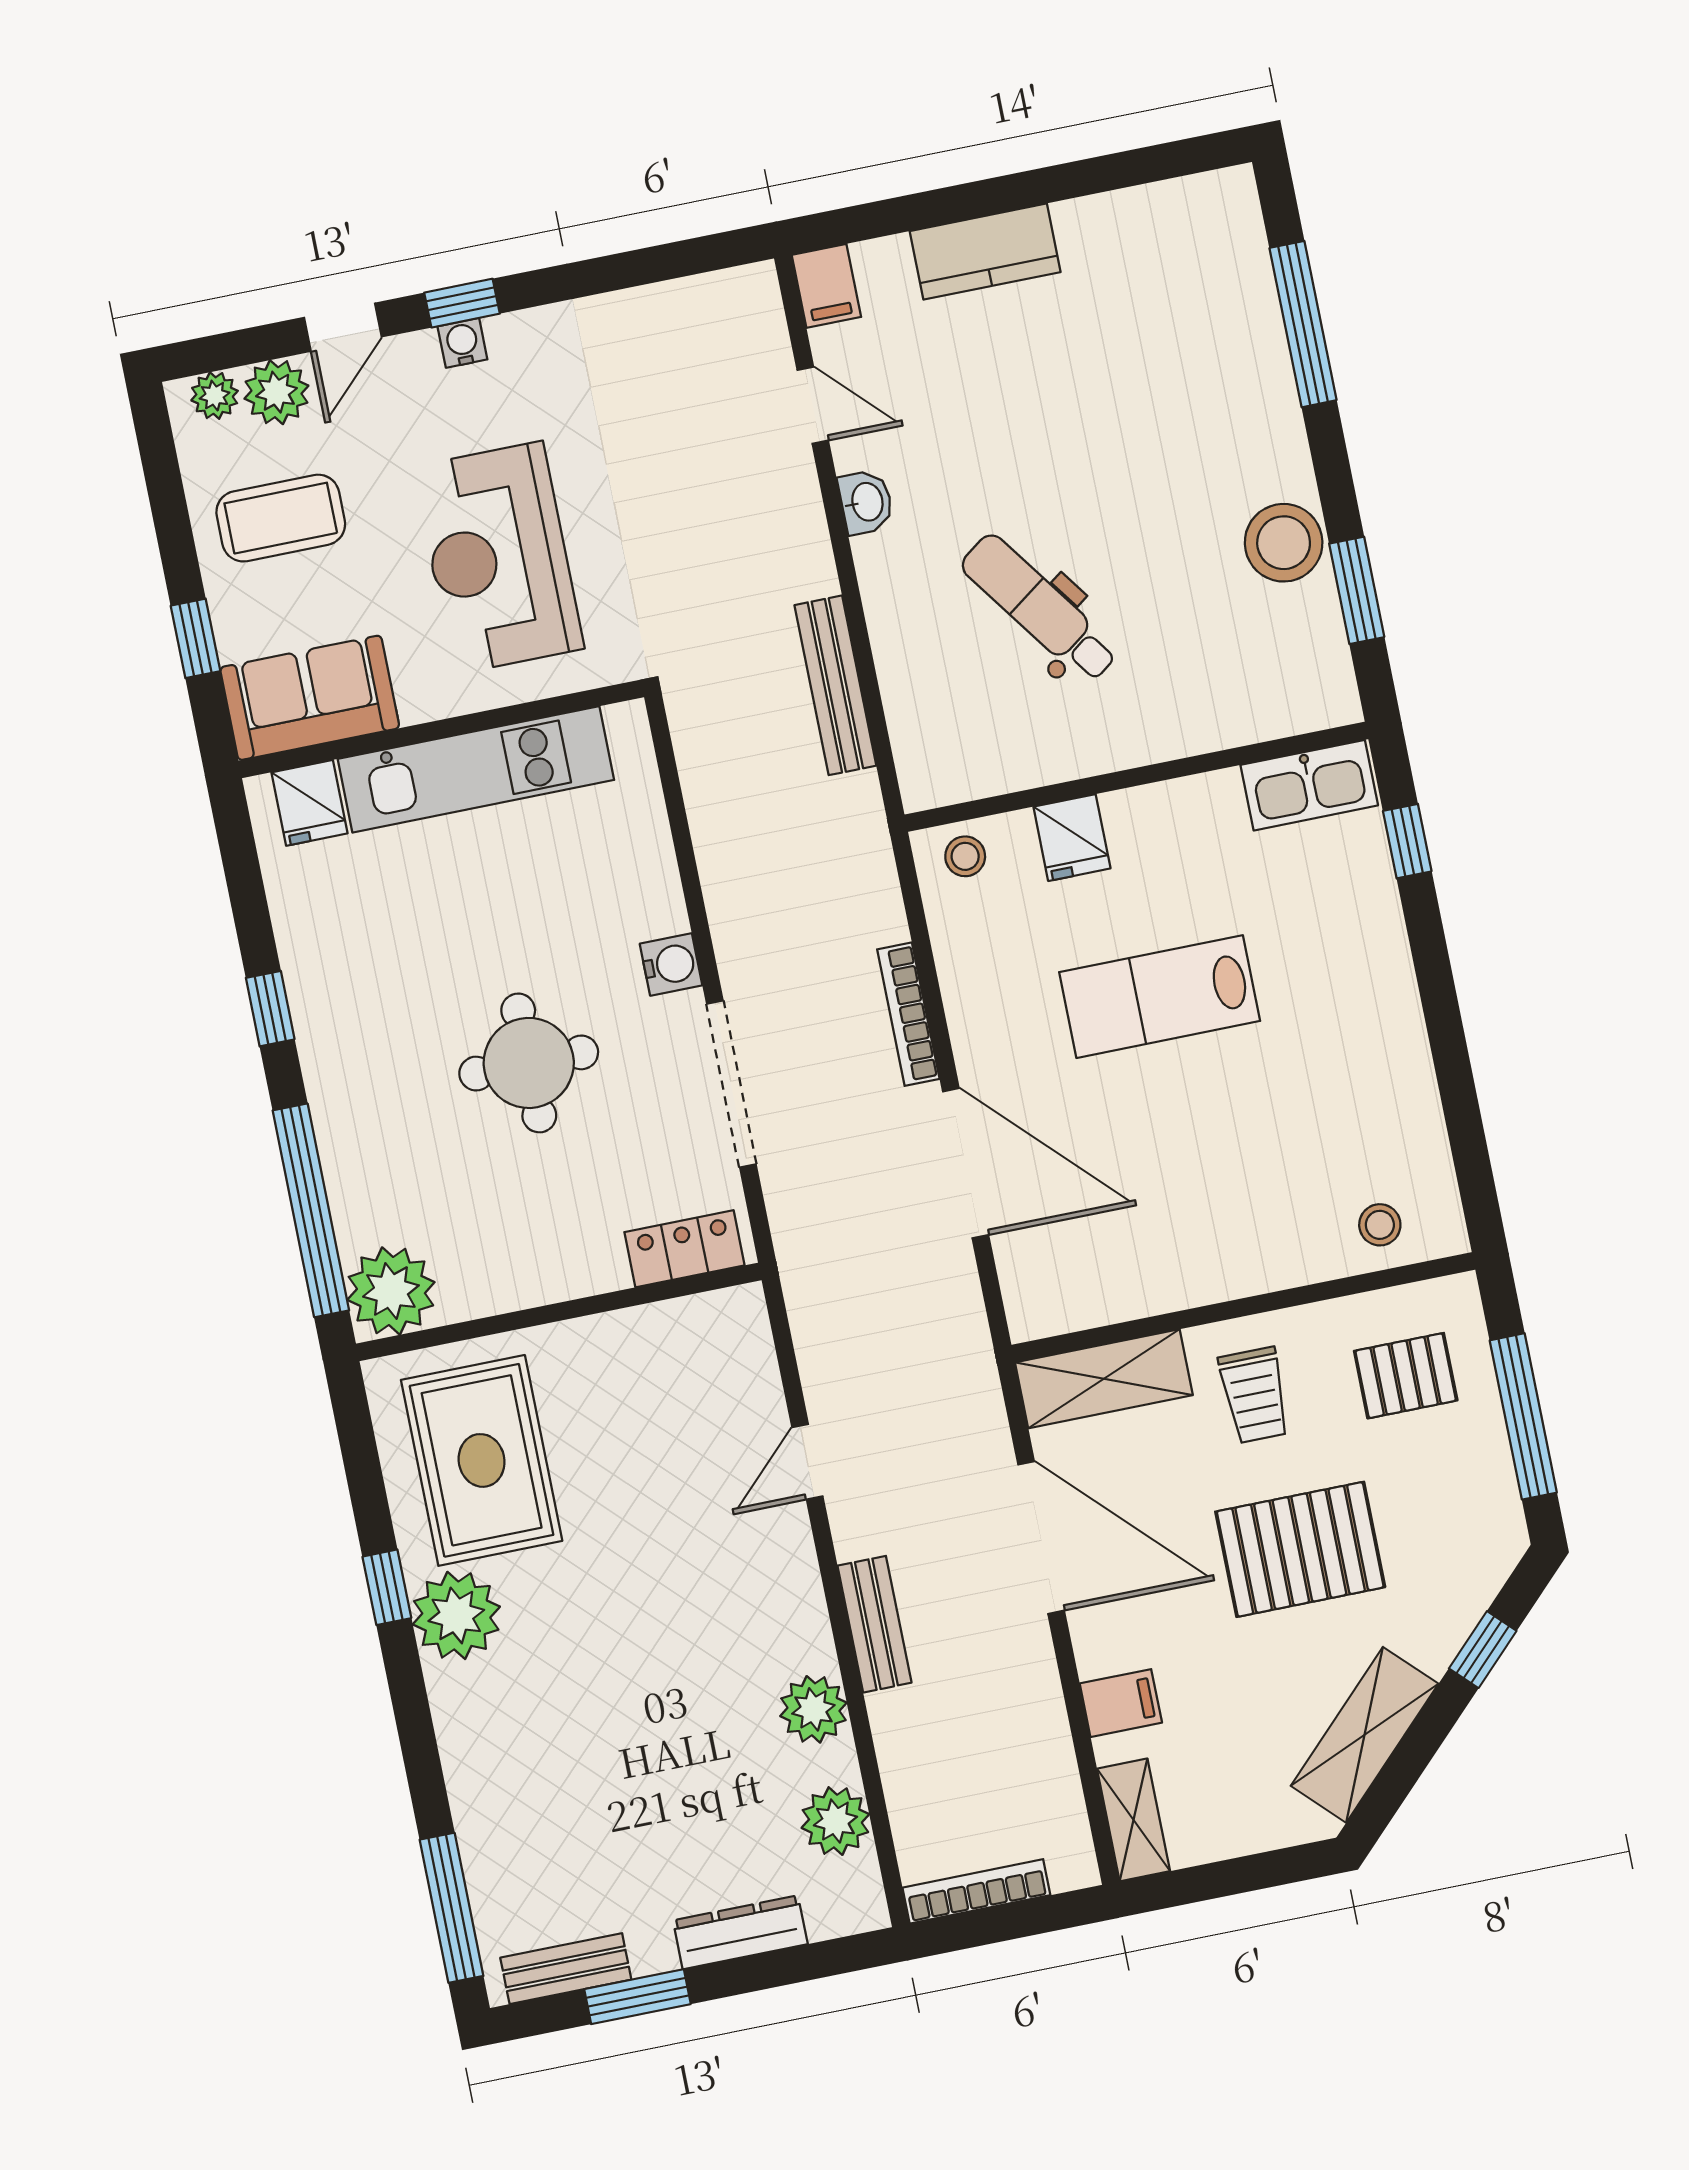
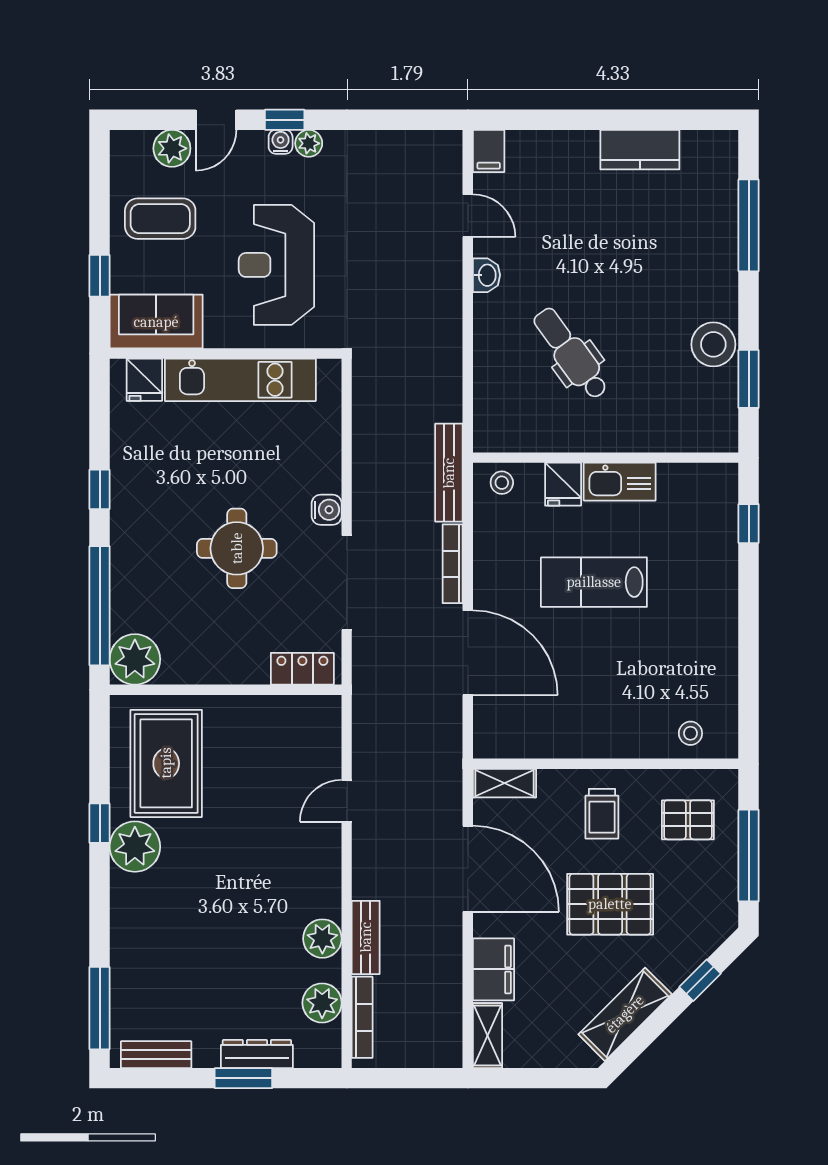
kitchen counter: (985, 252) -> (640, 150), moved
plant: (215, 396) -> (309, 143), moved
bench: (835, 685) -> (449, 473), moved
kitchen sink: (1309, 785) -> (620, 482), moved
shelving: (1104, 1379) -> (504, 783), width x0.67, depth x0.75
bench: (875, 1624) -> (366, 937), moved
filing cabinet: (1121, 1703) -> (493, 969), width x2.00
bookcase: (976, 1891) -> (362, 1017), moved, turned 90
window: (637, 1997) -> (243, 1078), moved

